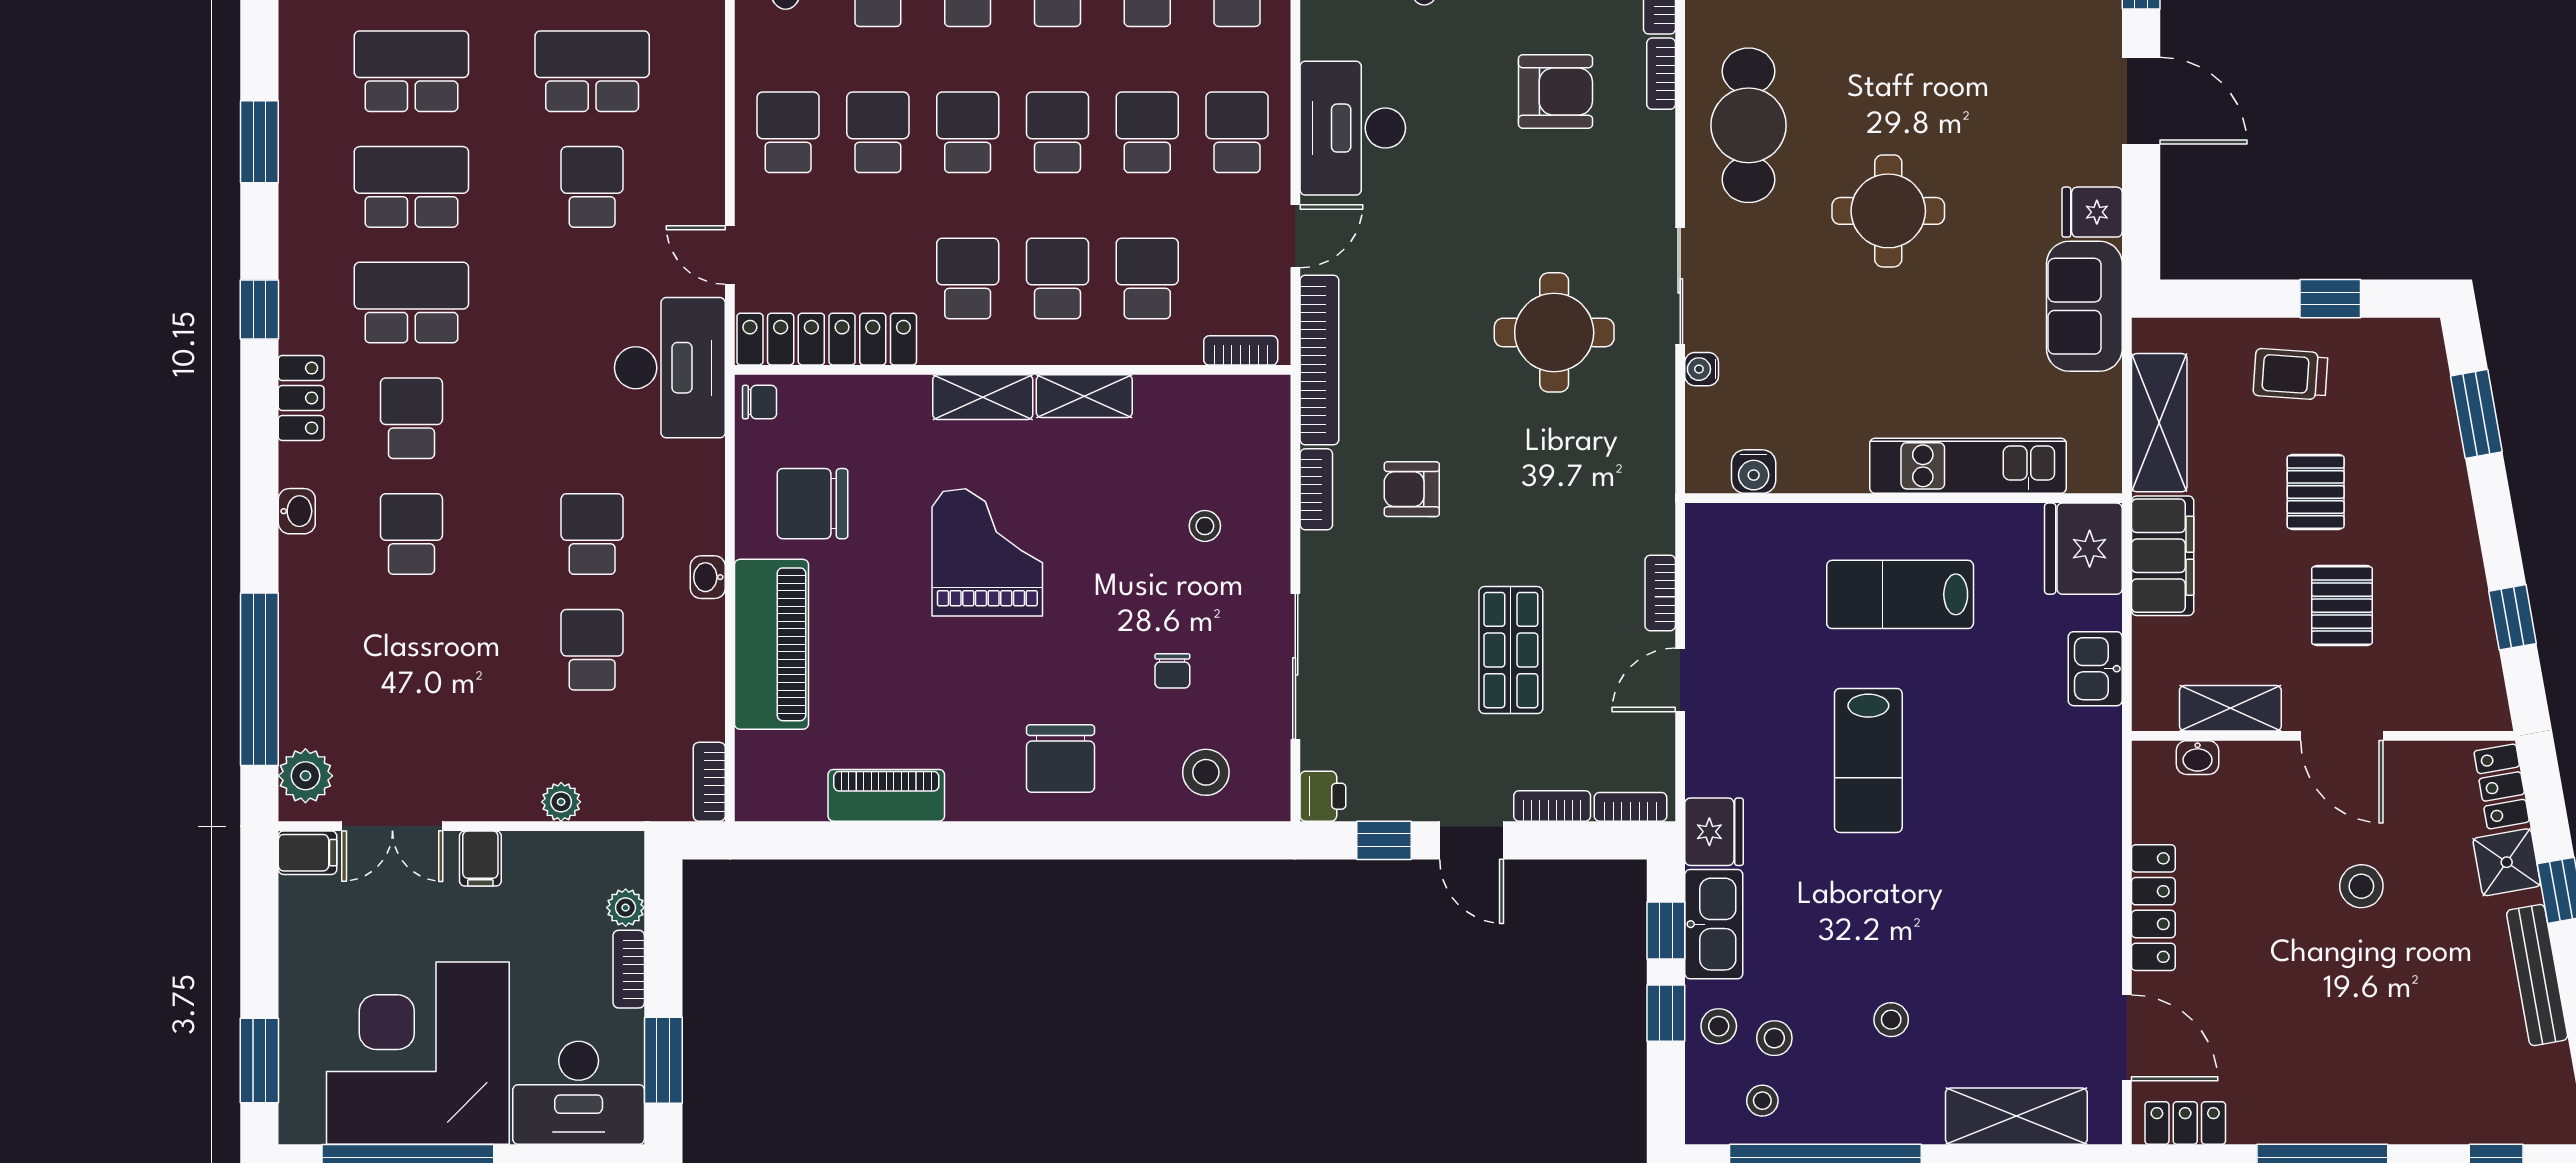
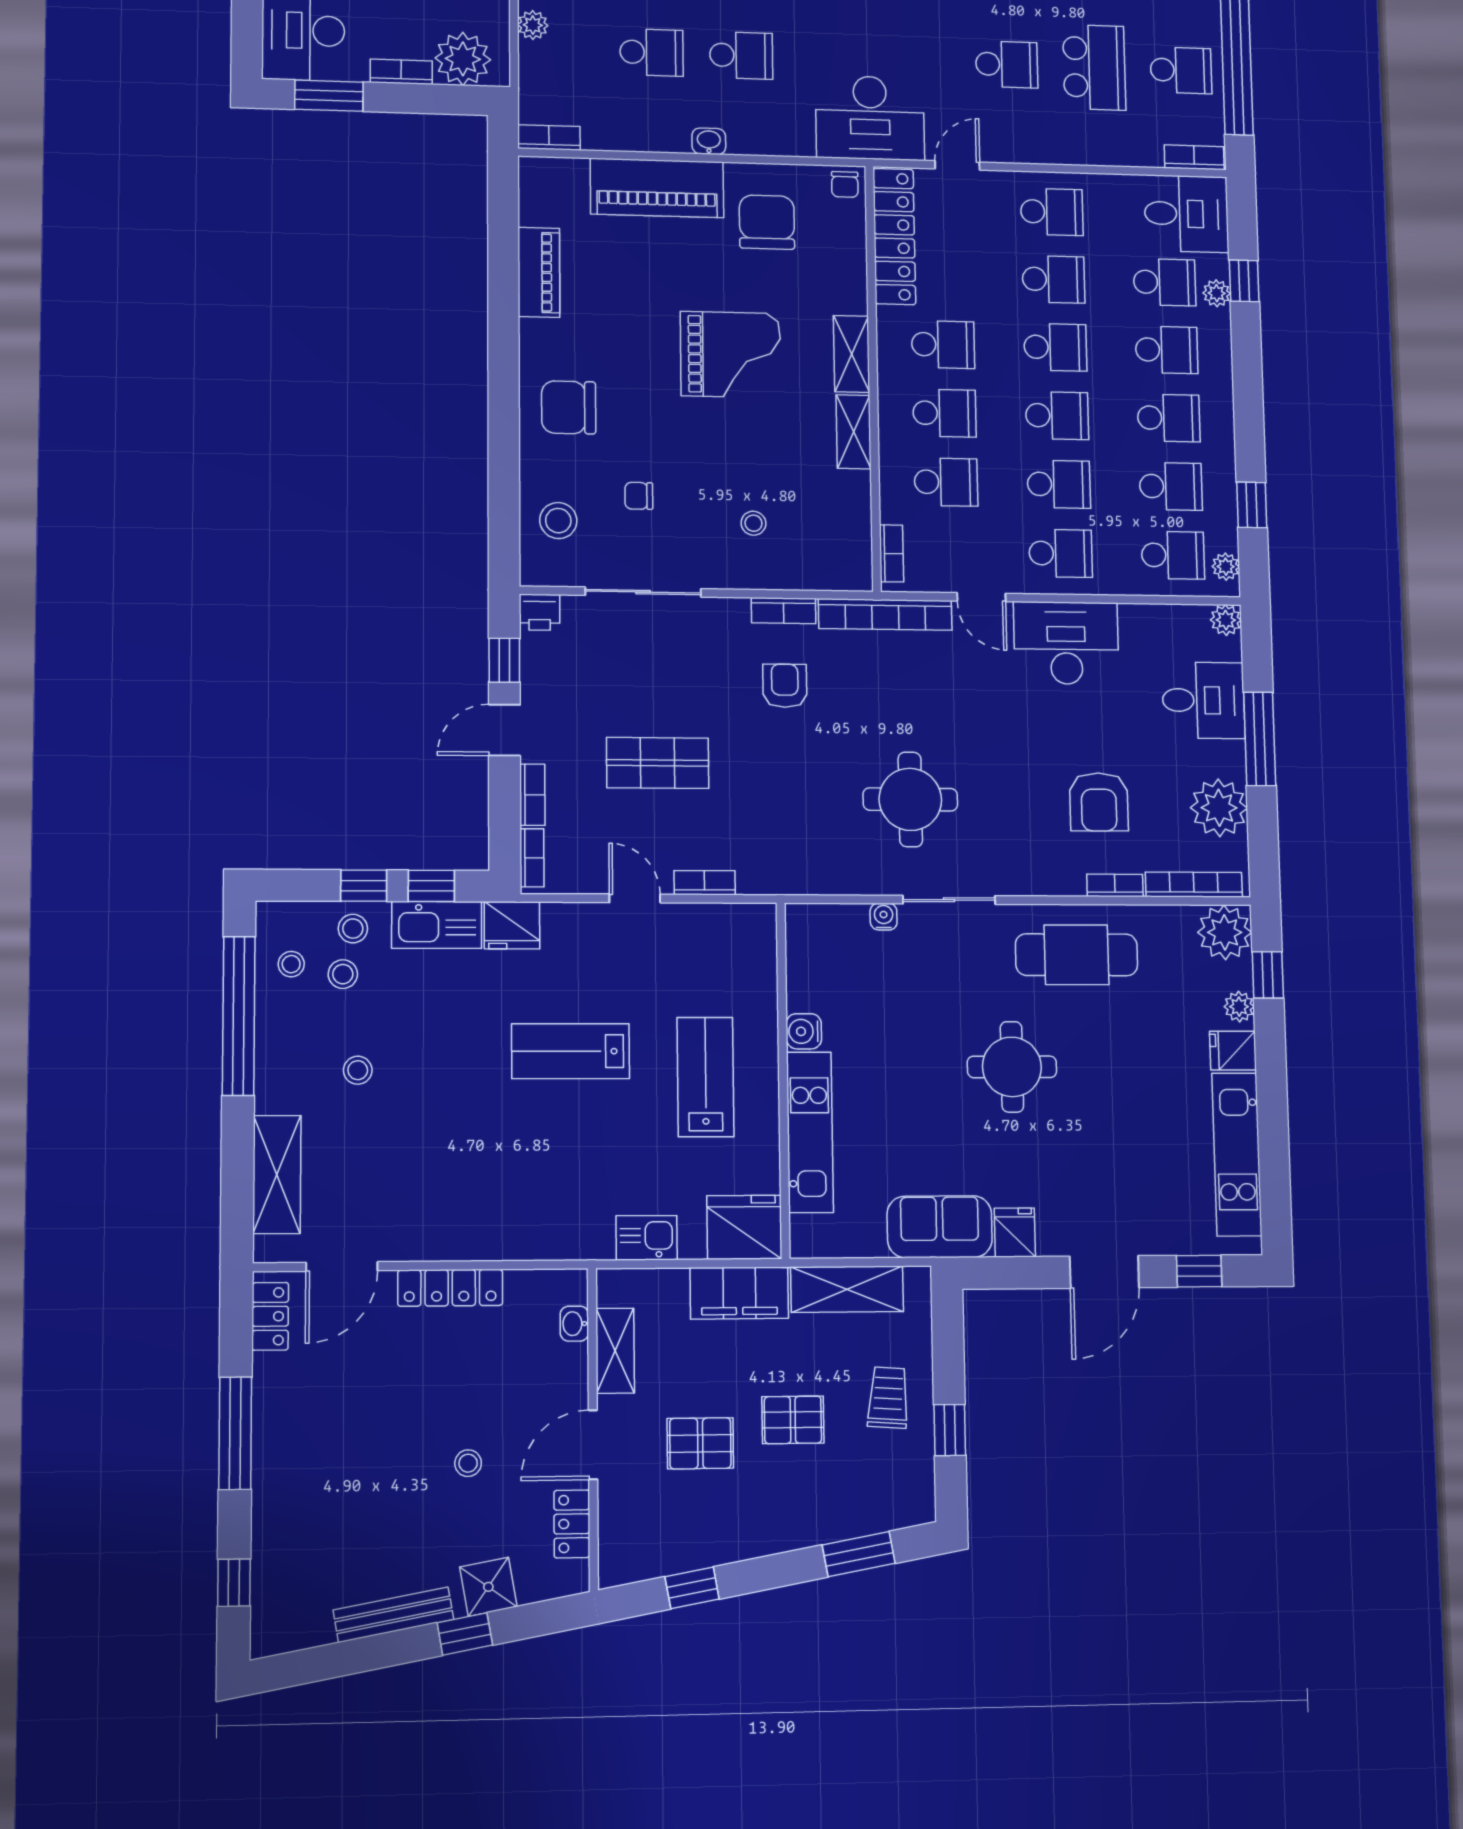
water cooler: (1754, 472) -> (804, 1031), moved
locker: (2502, 786) -> (572, 1524), moved, turned -80
stool: (2361, 886) -> (468, 1463), width x0.73, depth x0.73
plant: (626, 908) -> (463, 59), width x1.87, depth x1.87

